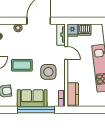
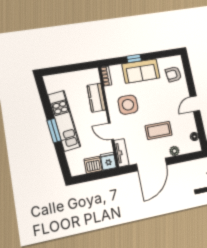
coffee table: (22, 65) -> (159, 130), moved
kitchen counter: (73, 94) -> (96, 98), moved
window: (36, 110) -> (134, 58), width x0.32

